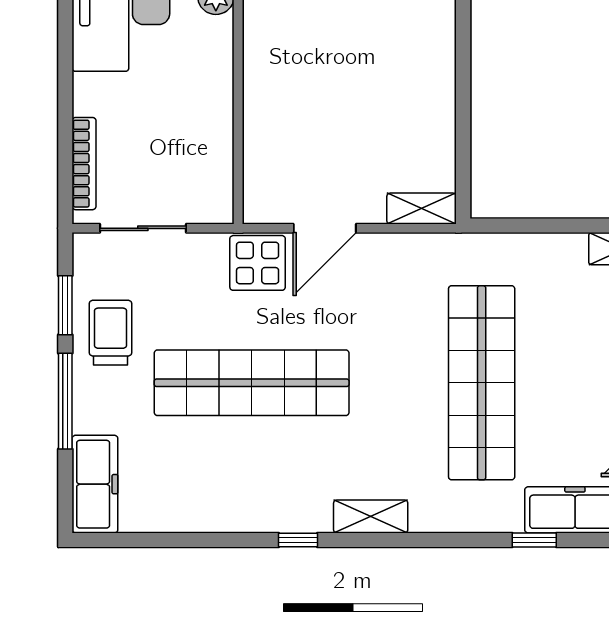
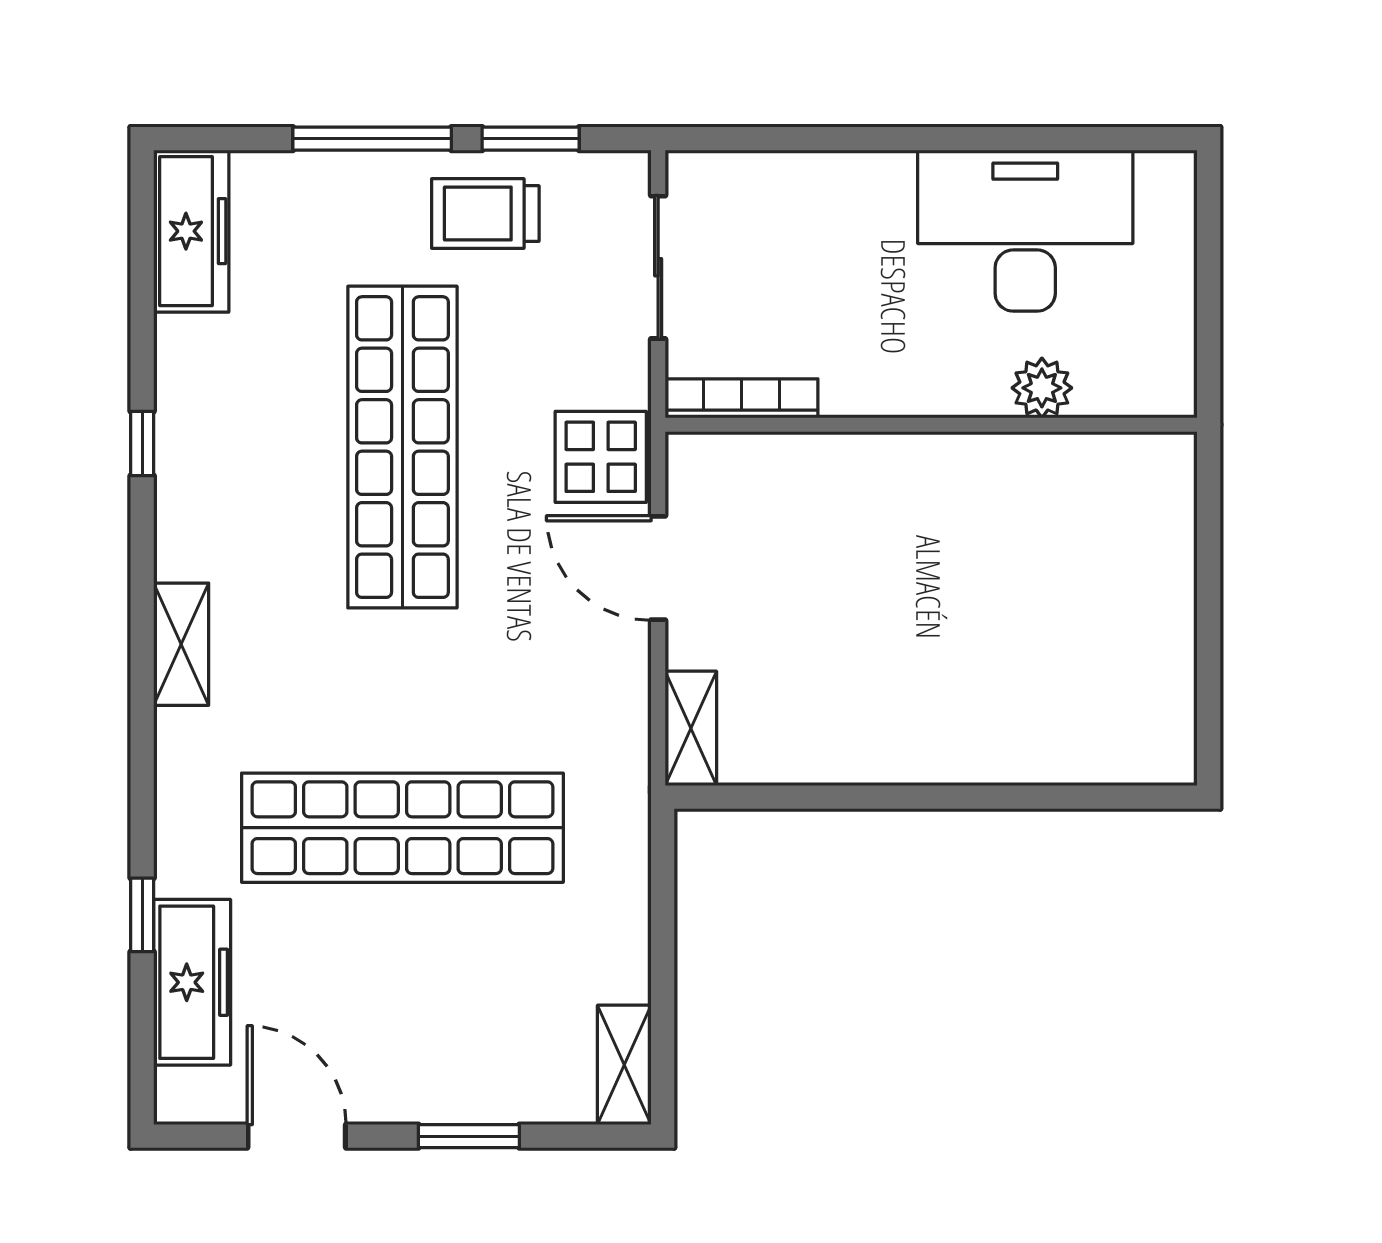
bookcase: (84, 164) -> (741, 398), moved, turned 180
trolley: (111, 333) -> (485, 214), turned 180
freezer: (95, 484) -> (191, 231), moved, turned -90
window: (298, 540) -> (142, 443), moved

